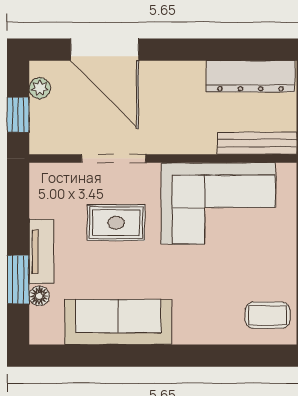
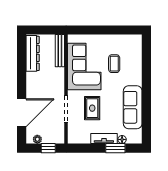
coffee table: (268, 315) -> (114, 64), moved

